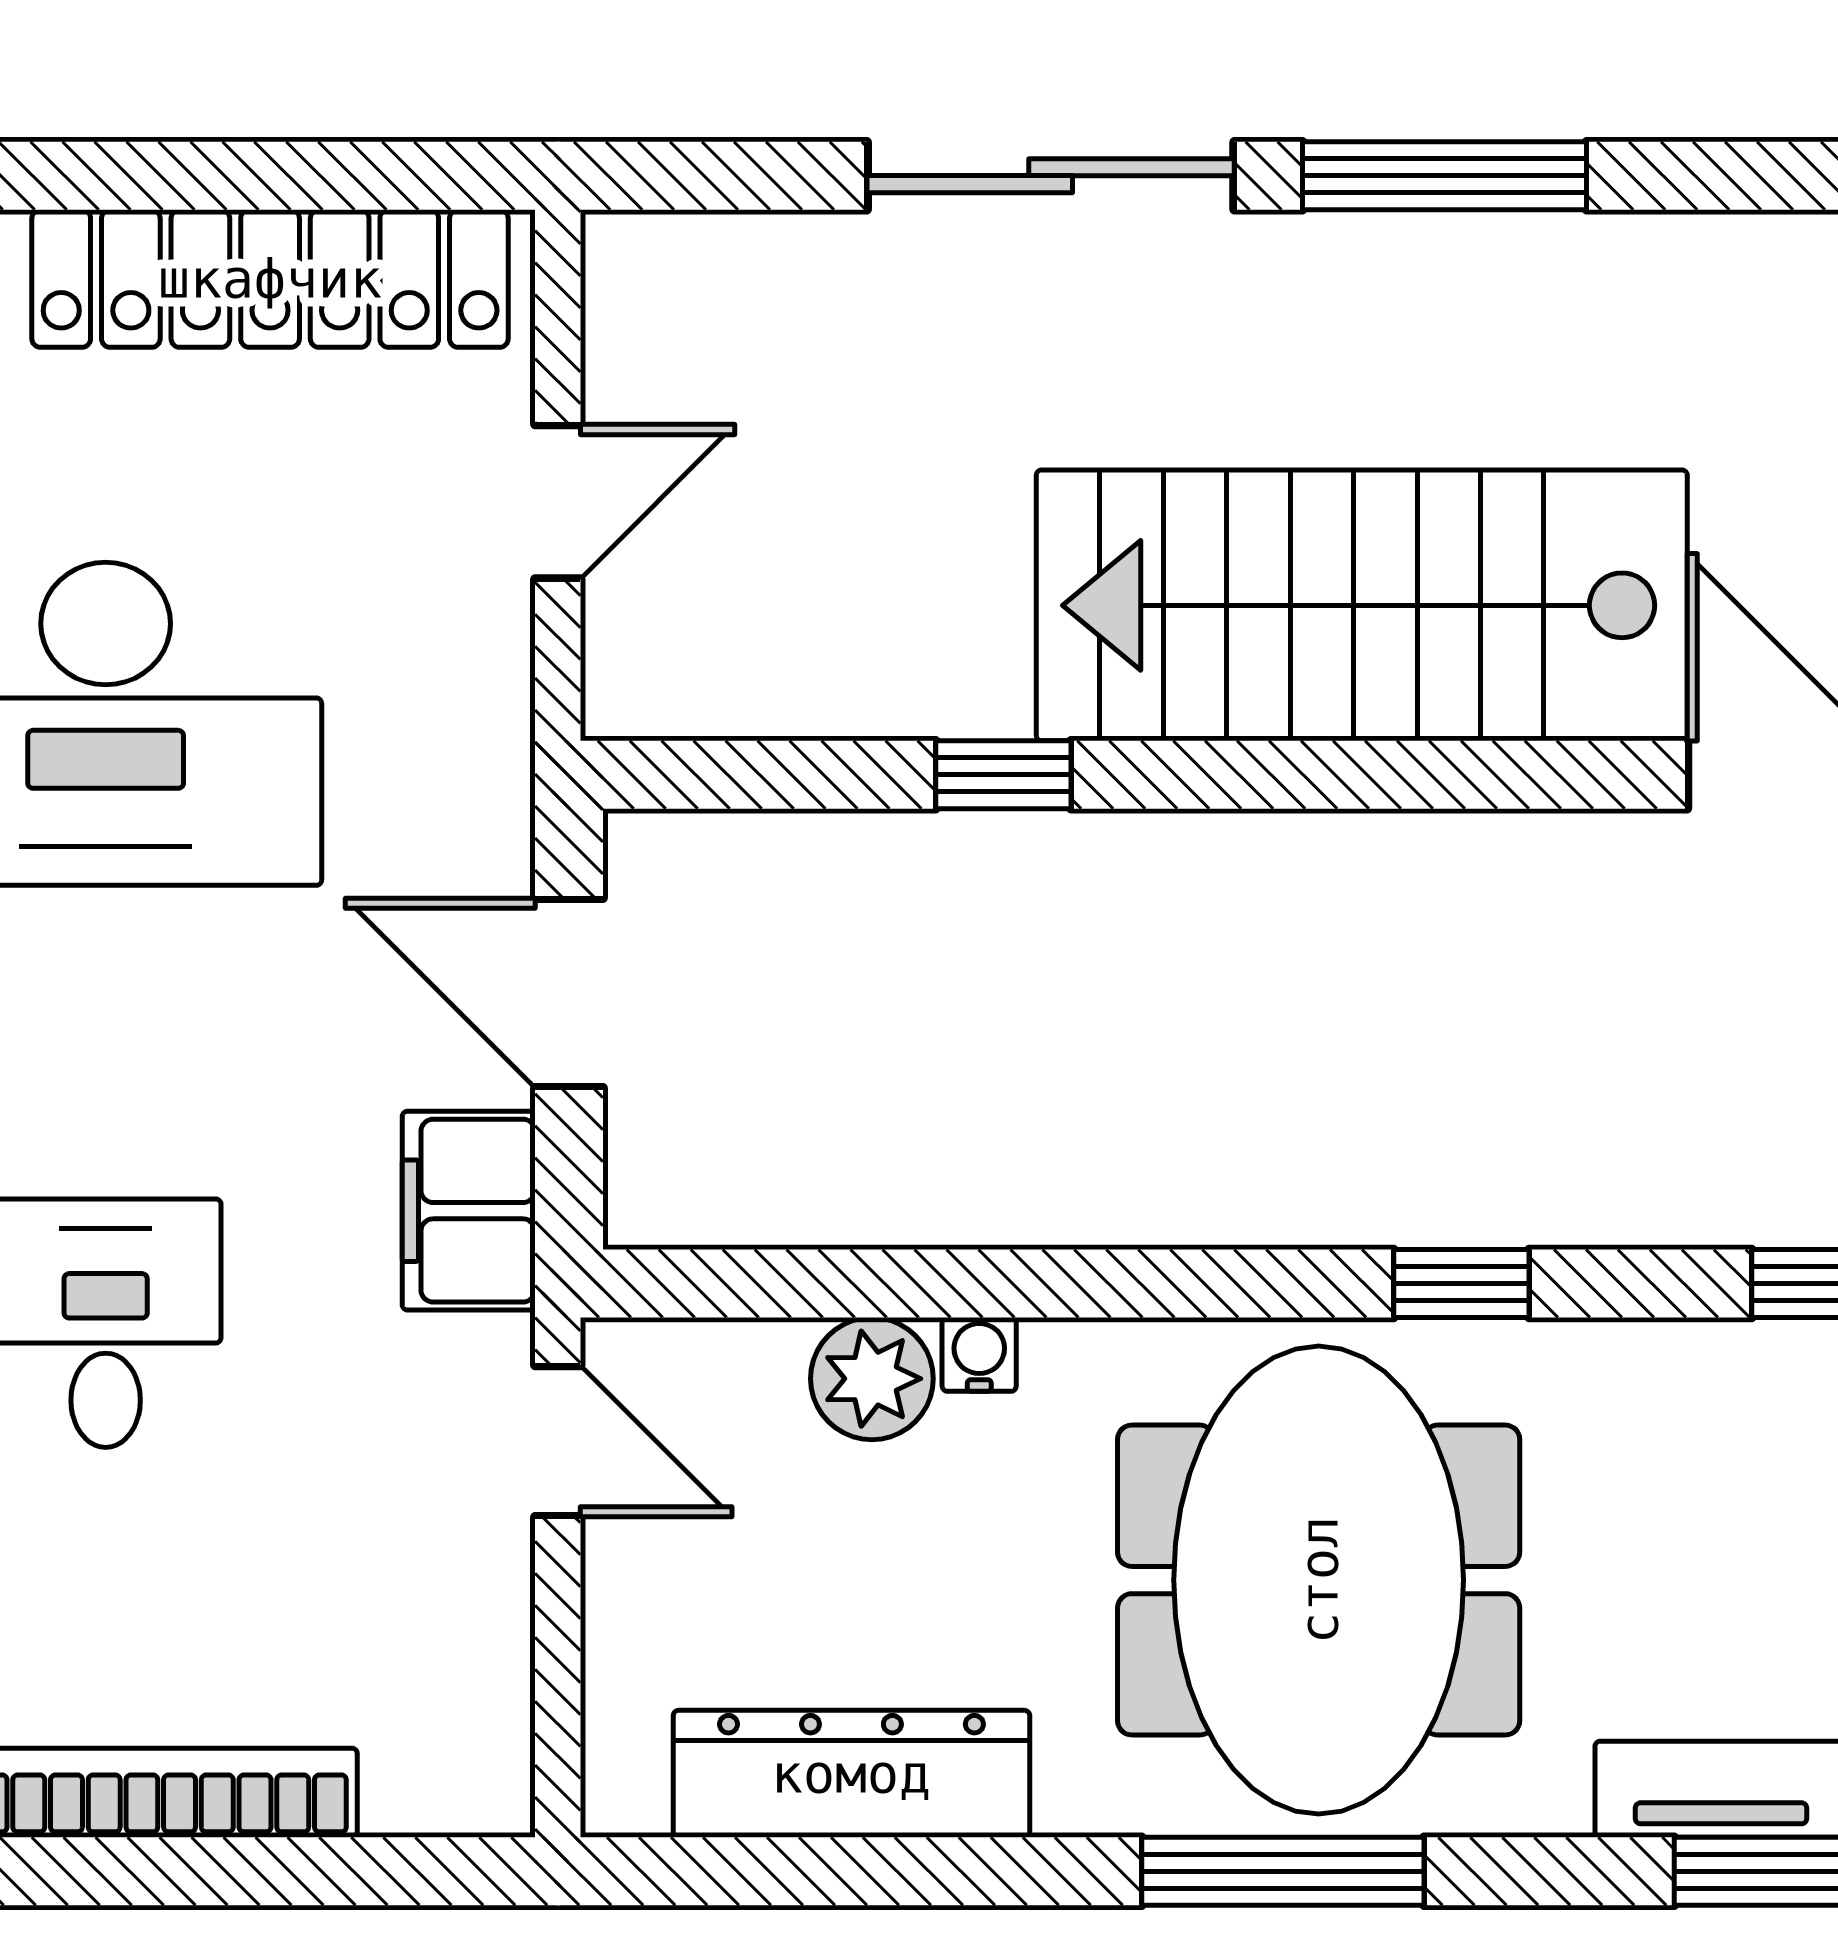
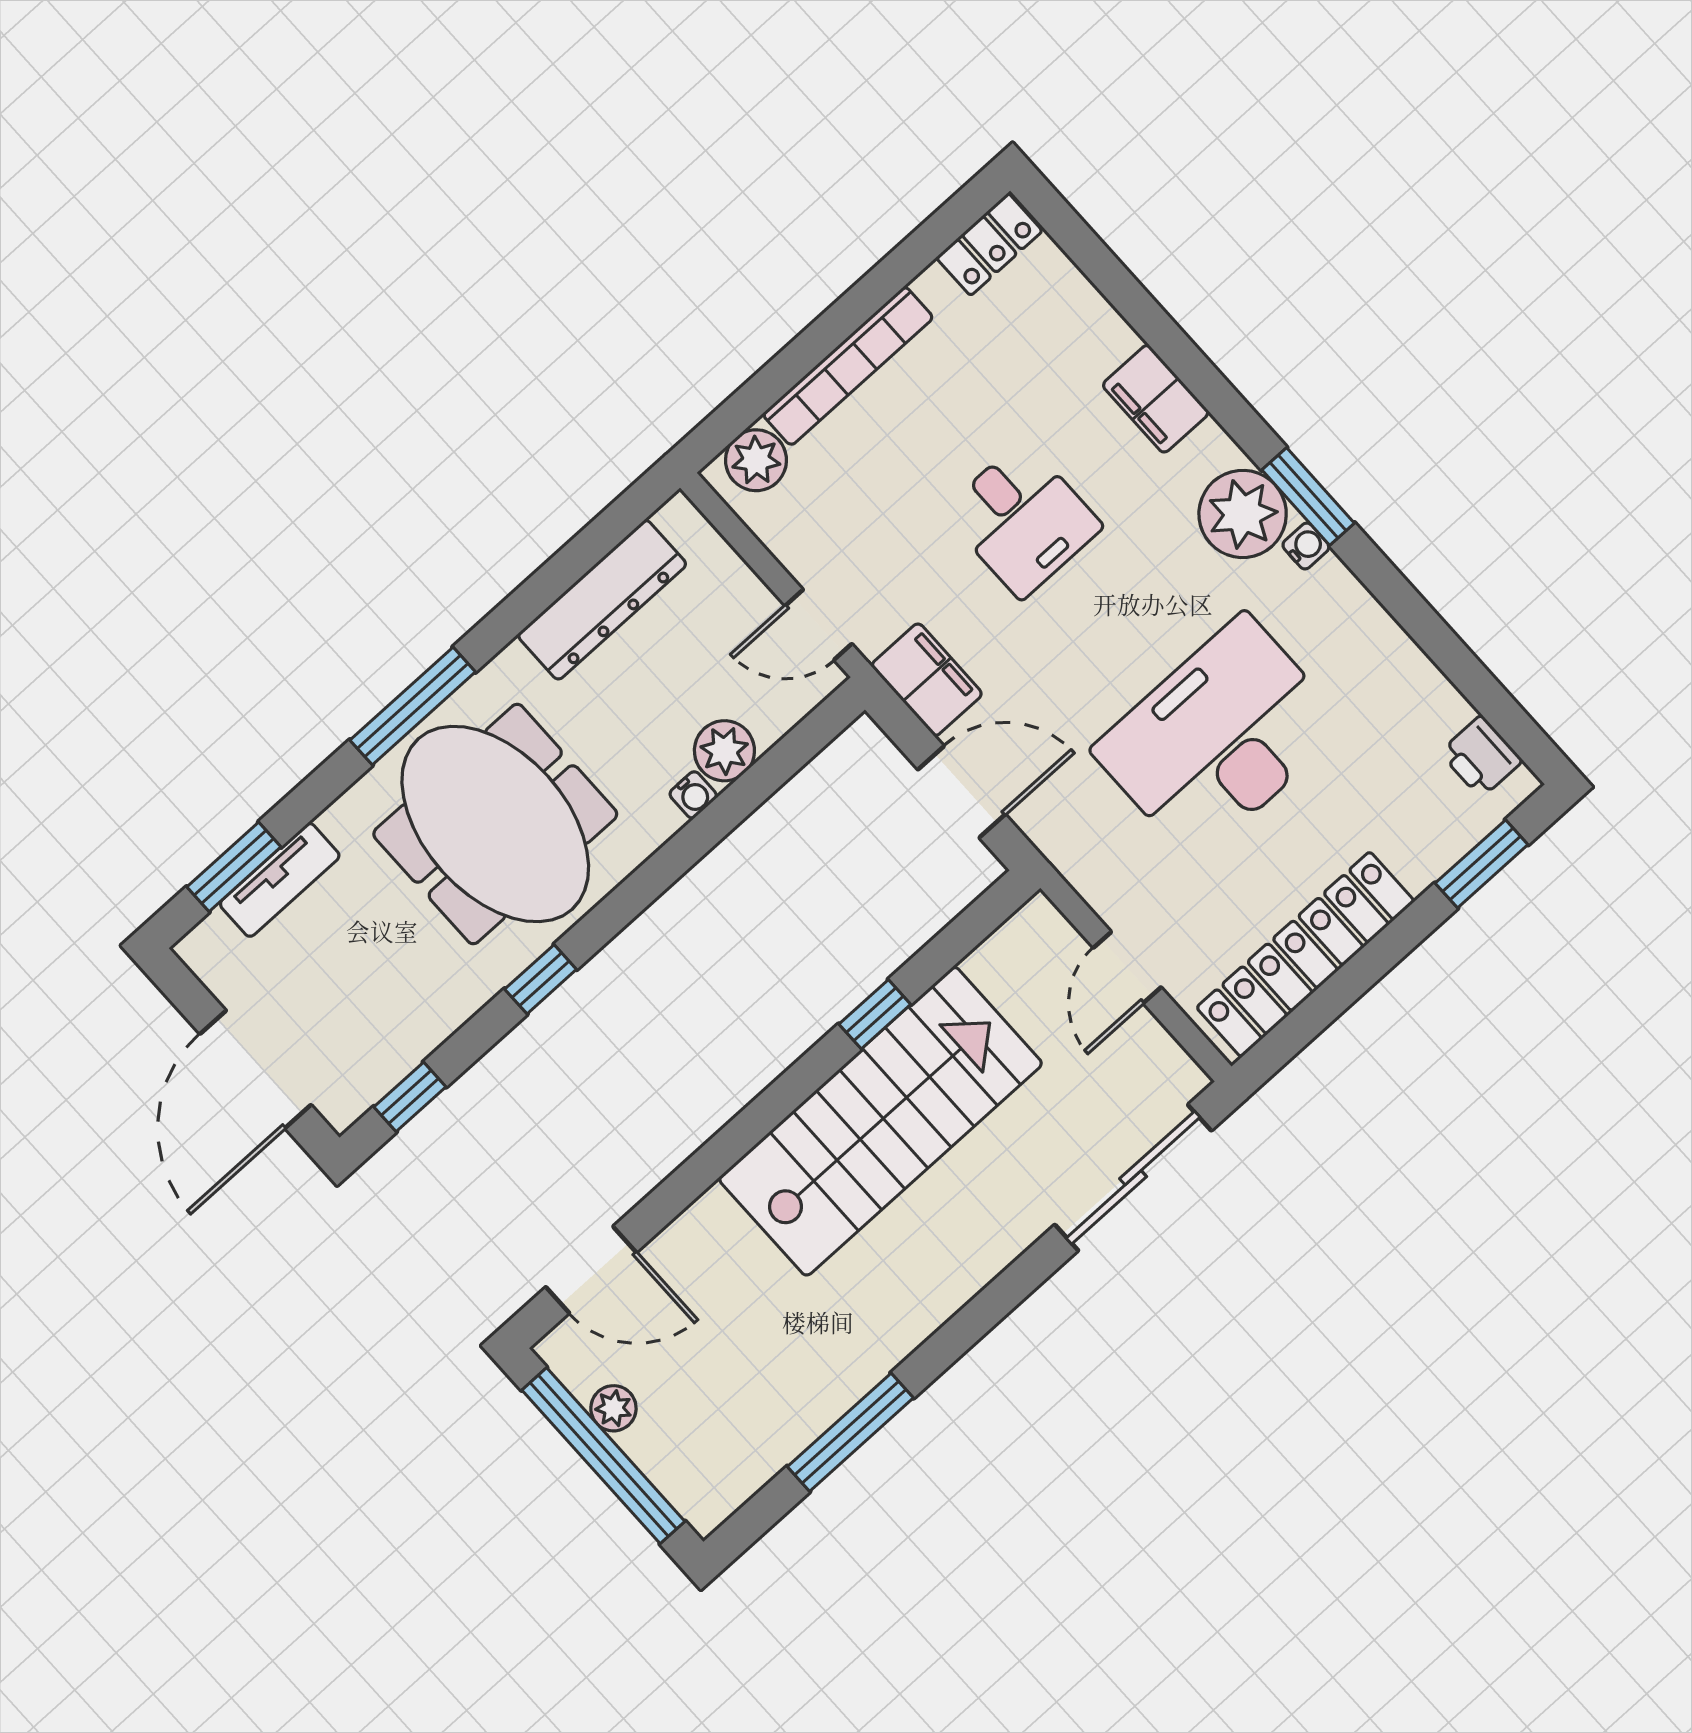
sliding door: (1051, 176) -> (1133, 1178), moved
window: (1445, 176) -> (850, 1432), moved
stairs: (1362, 605) -> (880, 1121), moved
plant: (428, 1775) -> (756, 460), added

